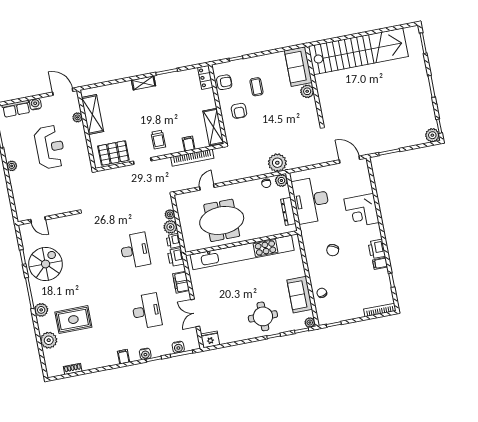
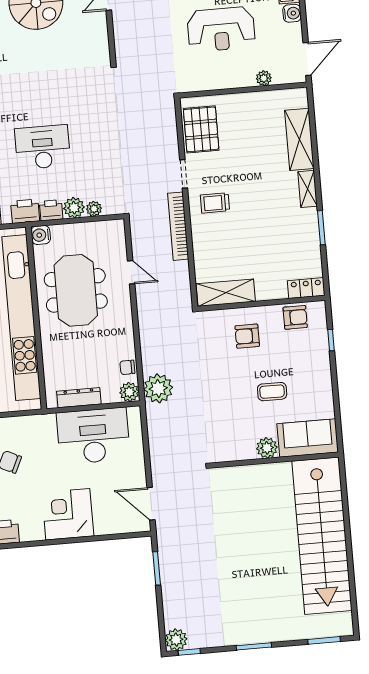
armchair: (224, 82) -> (295, 317), turned -90
coffee table: (256, 87) -> (272, 392), moved
shelving: (93, 114) -> (299, 139), moved, turned 90
filing cabinet: (189, 144) -> (203, 250), removed
bookcase: (192, 158) -> (178, 226), moved
door: (349, 160) -> (151, 504), swing flipped
water cooler: (190, 246) -> (41, 235), added
desk: (135, 250) -> (43, 147), turned 180

